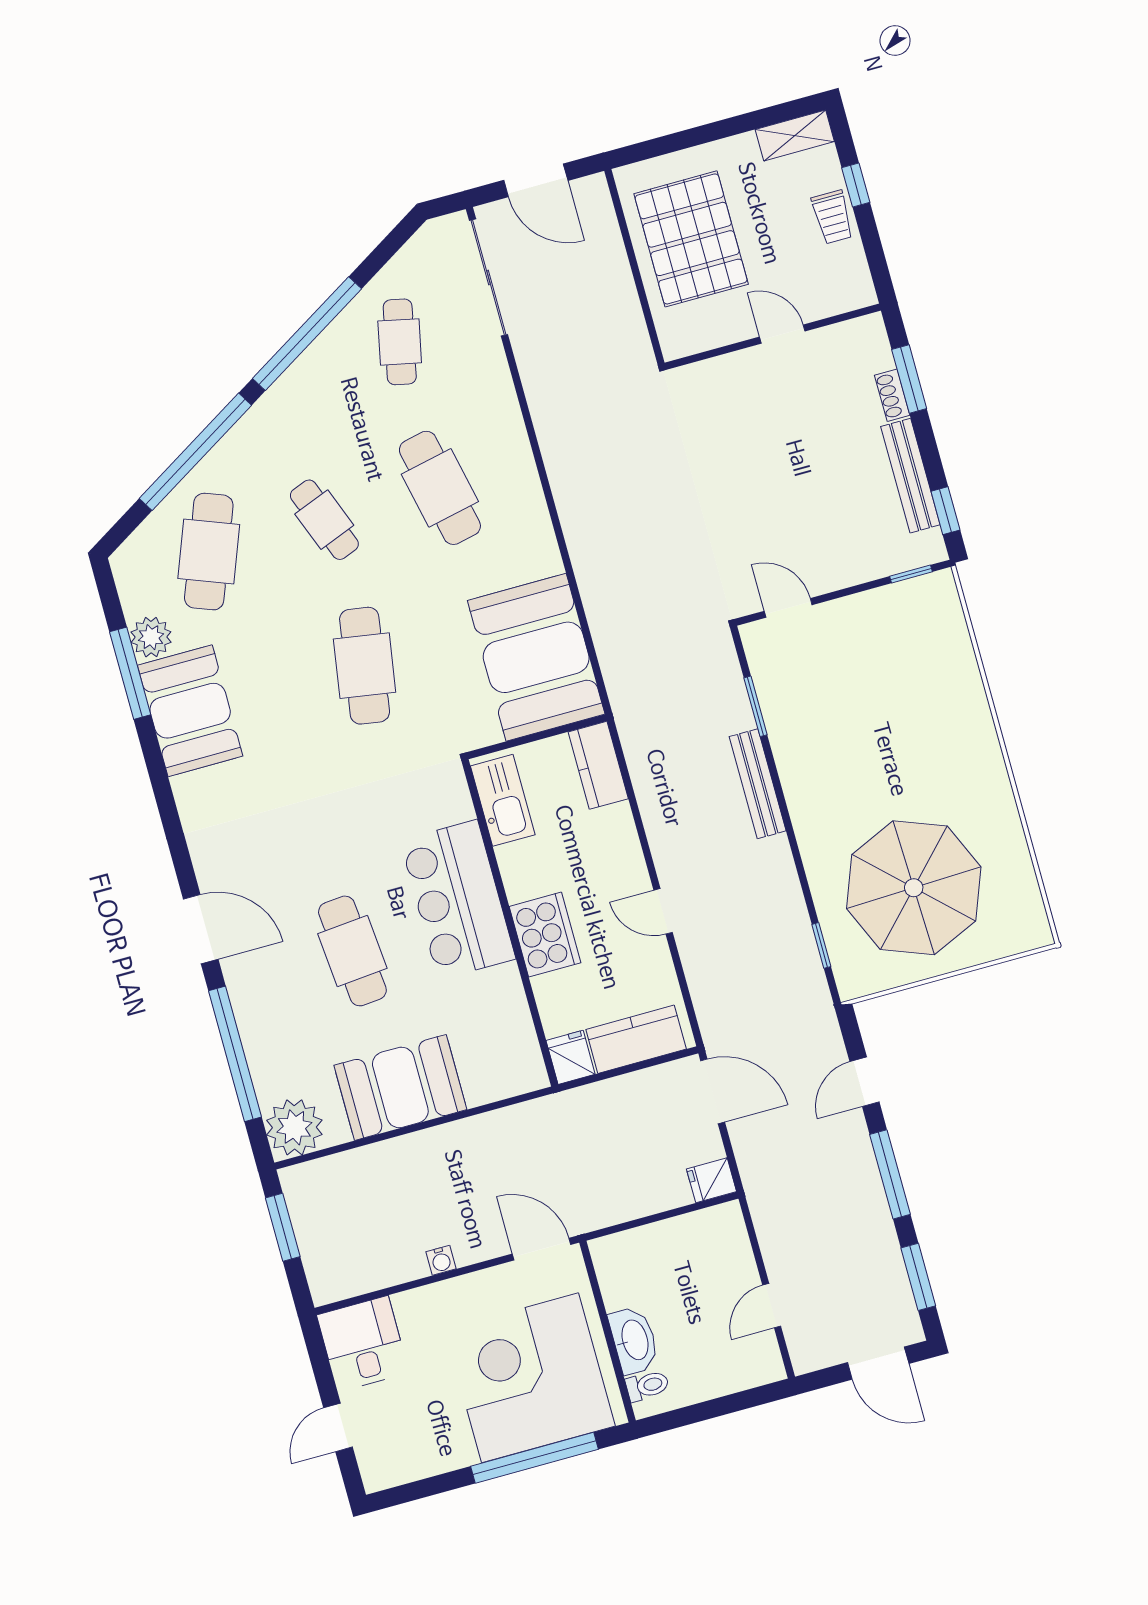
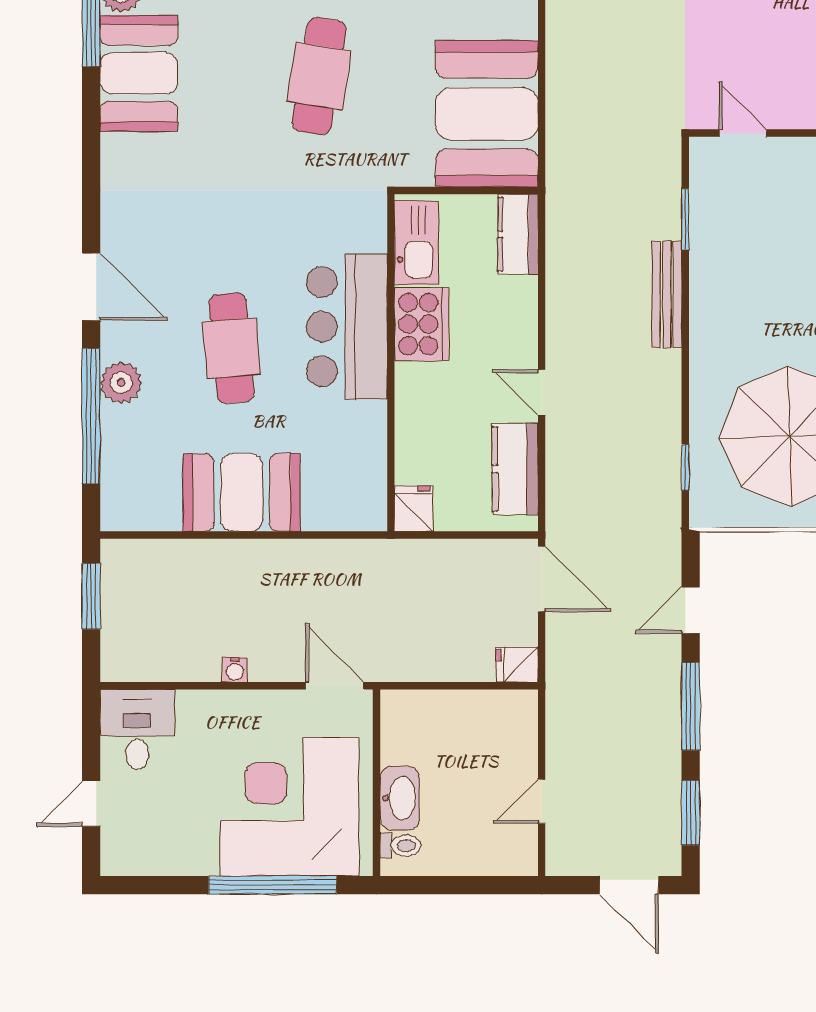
cooker: (545, 935) -> (422, 324), moved
kitchen counter: (636, 1039) -> (515, 469), moved, turned -90
plant: (294, 1127) -> (121, 383), moved, width x0.73, depth x0.73

